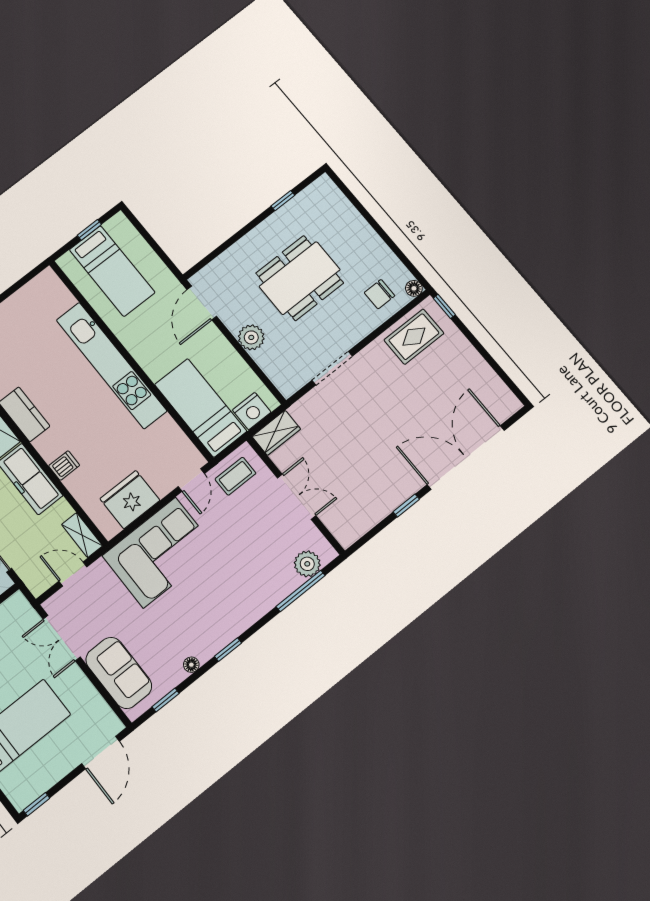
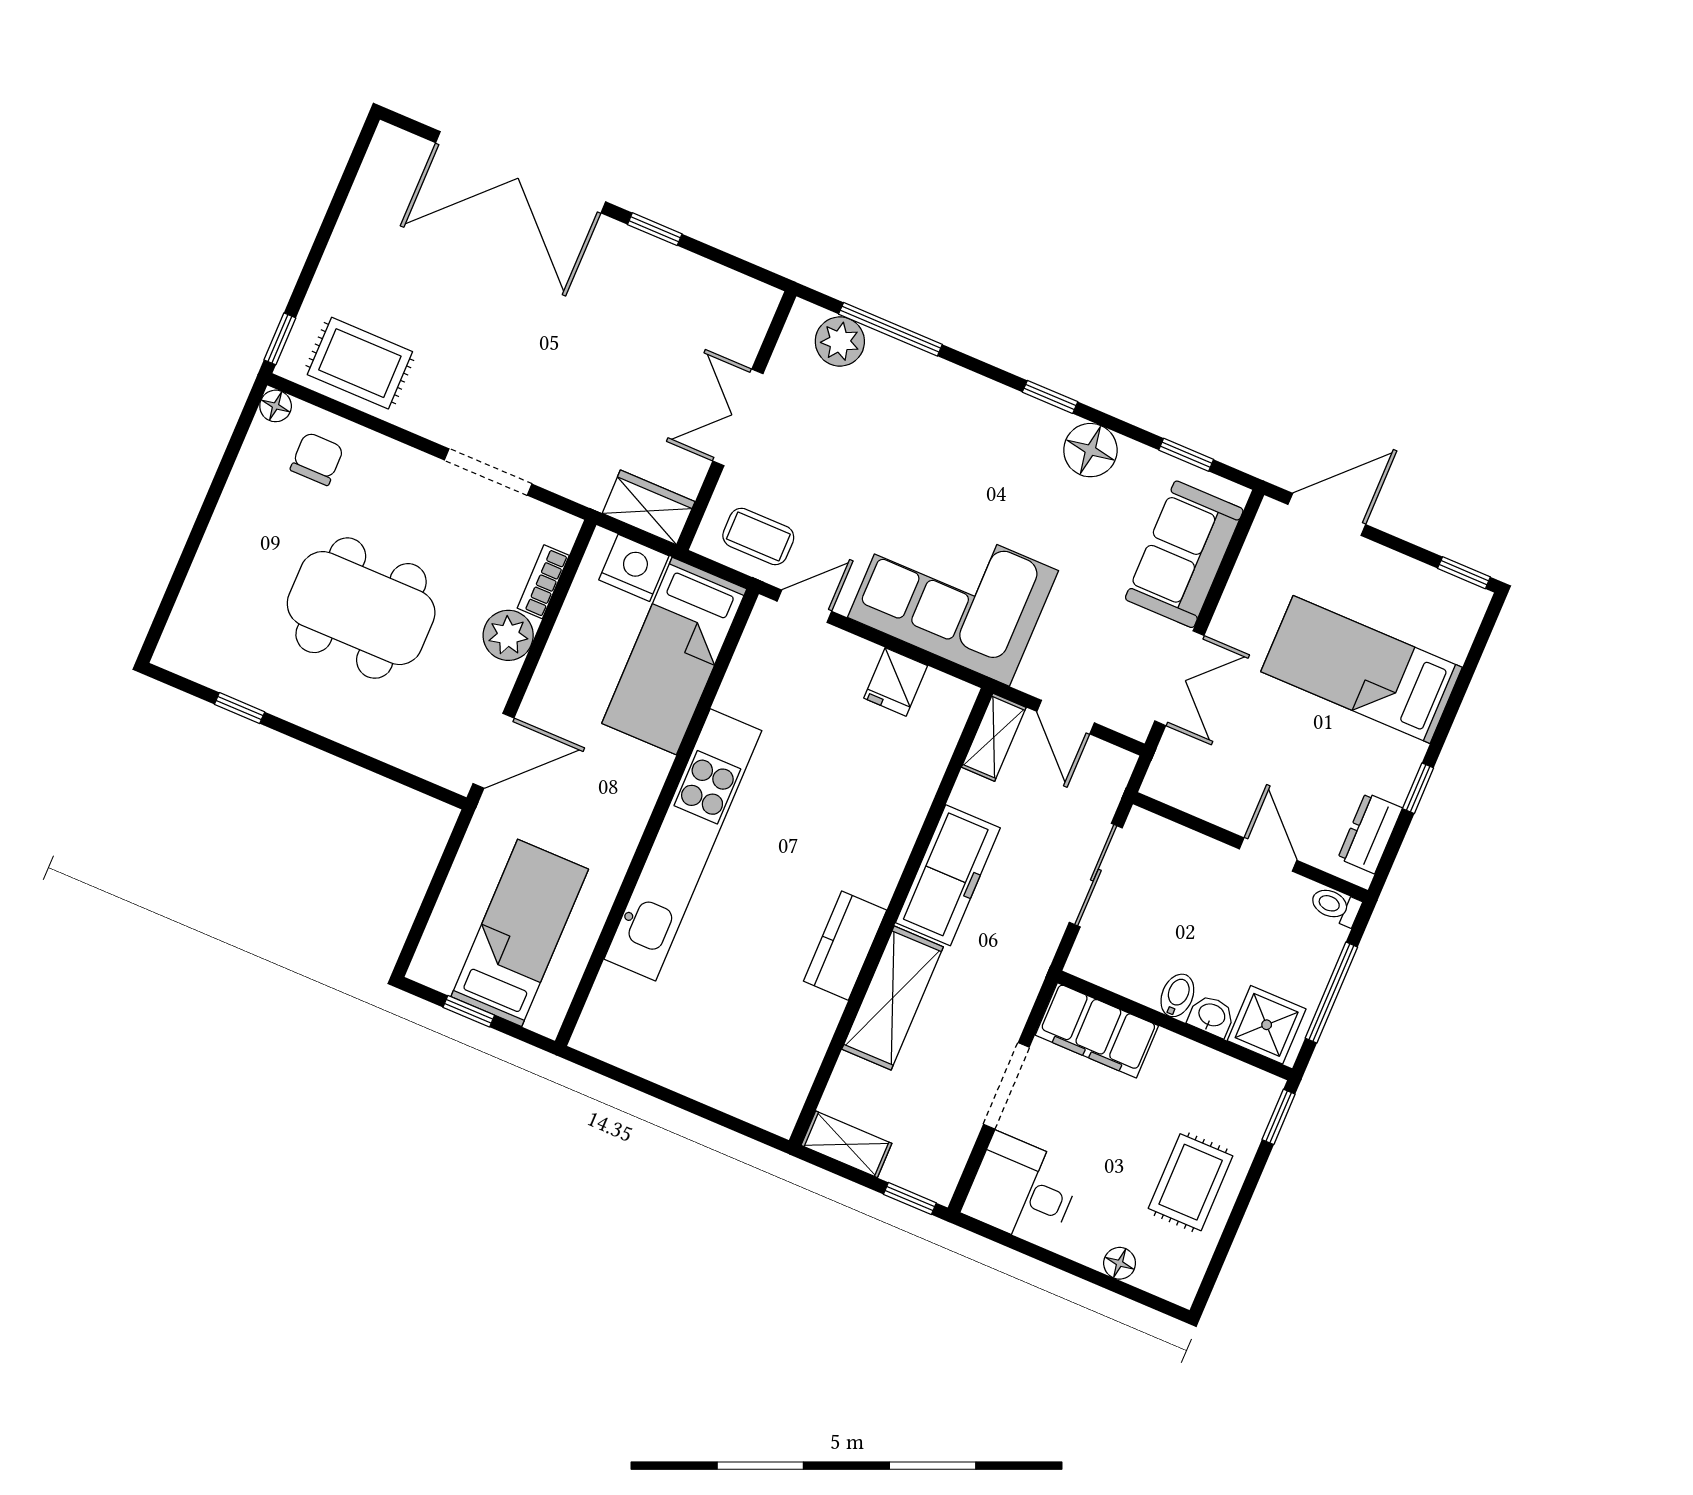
chair: (379, 294) -> (317, 459), turned -90
bookcase: (268, 366) -> (543, 582), added
dishwasher: (64, 466) -> (895, 831), removed
fridge: (130, 500) -> (896, 682), width x0.53, depth x0.75
floor lamp: (191, 665) -> (1090, 450), width x1.89, depth x1.89

